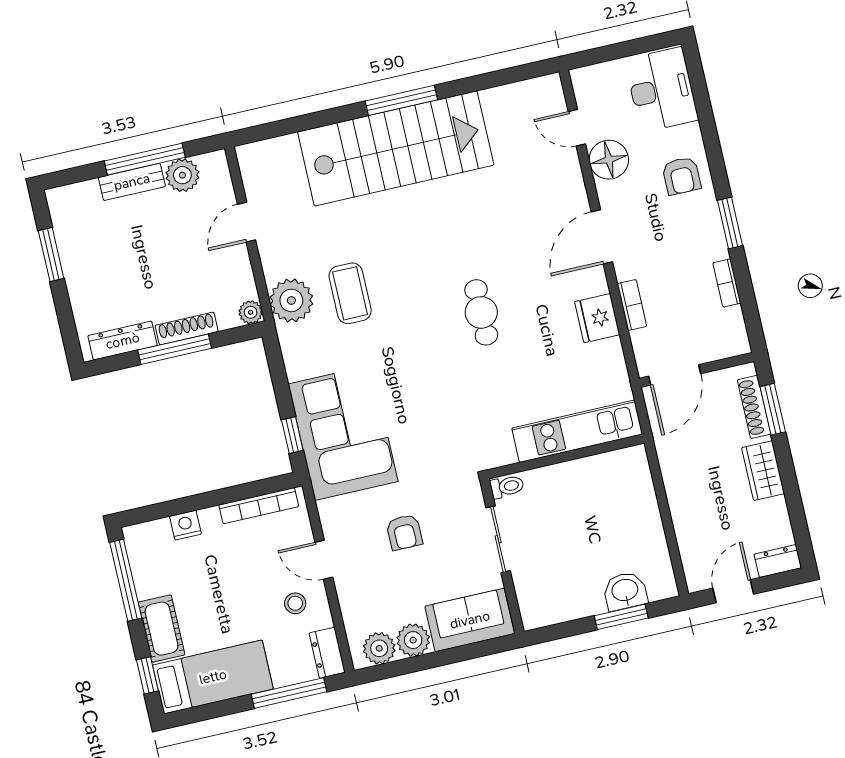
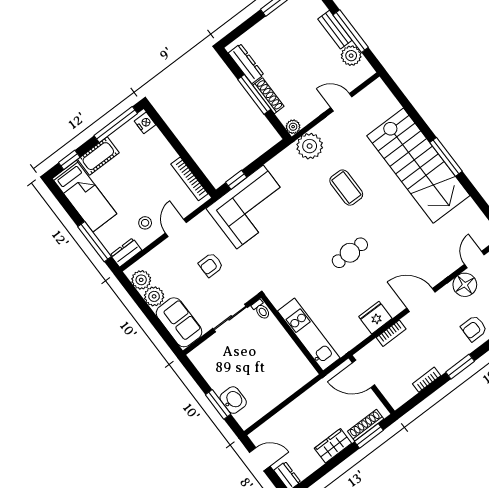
coffee table: (350, 293) -> (346, 188), moved, turned 90
nightstand: (185, 525) -> (145, 123), moved

